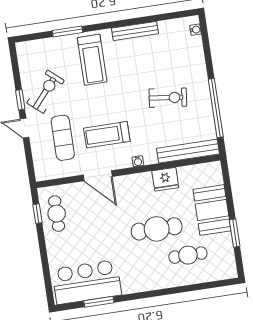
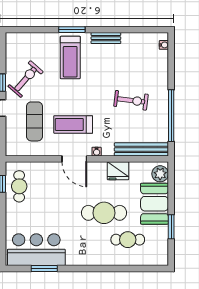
window: (68, 31) -> (72, 30), moved
bench: (135, 31) -> (106, 38), width x0.73
plant: (213, 175) -> (160, 174), added
door: (98, 176) -> (74, 159), moved

